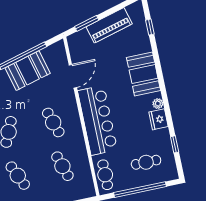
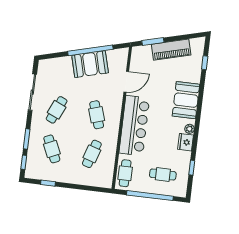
cafe table: (62, 166) -> (92, 154), turned 36

